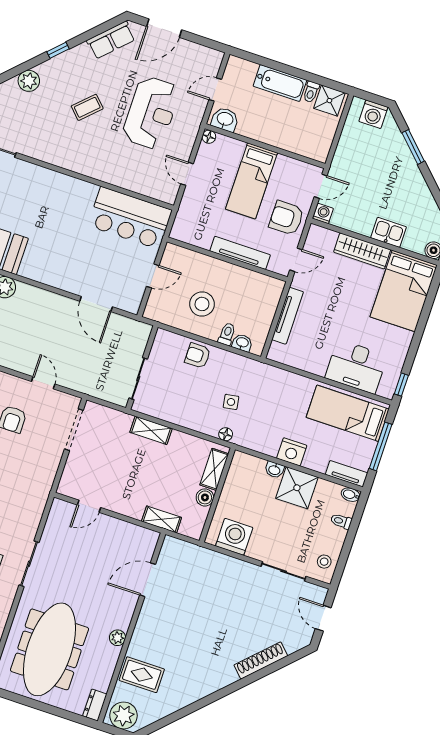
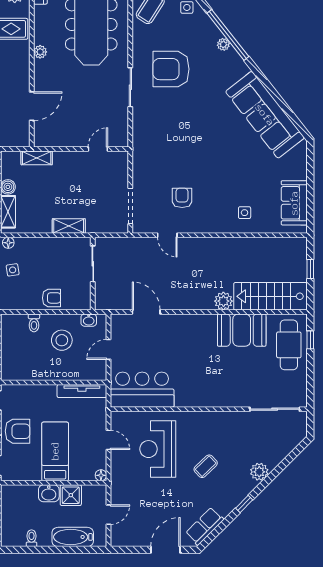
bathtub: (280, 83) -> (73, 537), moved
shower: (329, 101) -> (71, 495), moved
reception desk: (151, 113) -> (158, 449), moved
washbasin: (225, 119) -> (49, 493), moved
tv unit: (240, 253) -> (82, 391), moved
washbasin: (242, 343) -> (89, 320), moved

